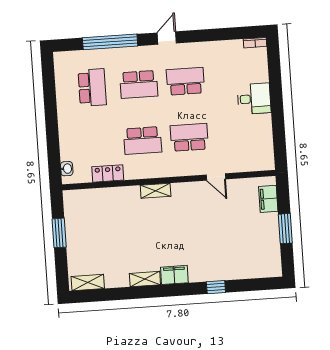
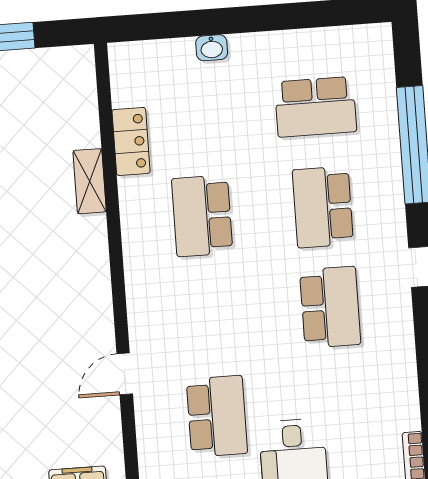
school desk: (189, 137) -> (217, 416), moved
washbasin: (67, 169) -> (212, 48), moved
shelving: (156, 191) -> (90, 181), moved

